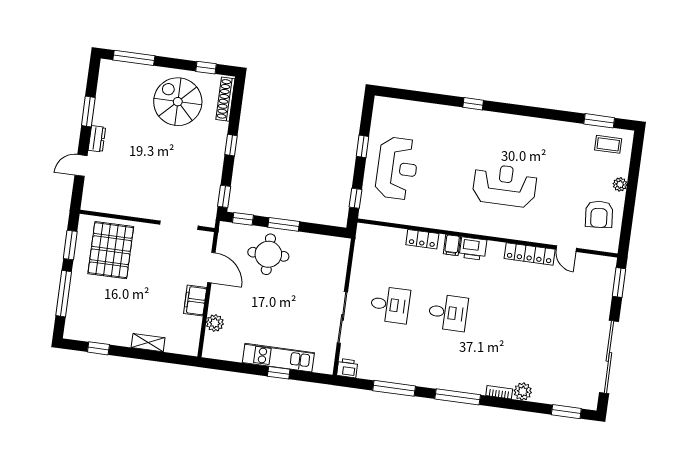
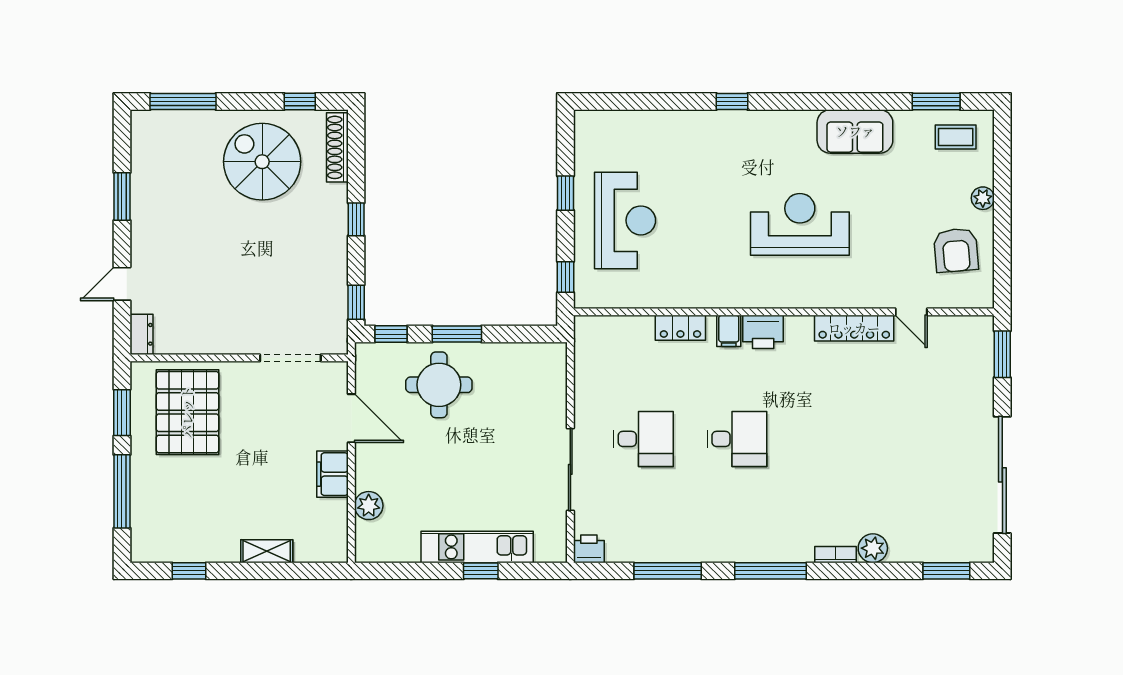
sofa: (547, 132) -> (855, 131), added
dresser: (97, 139) -> (141, 334), moved

